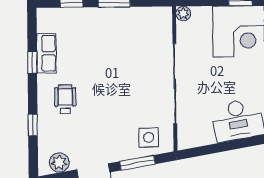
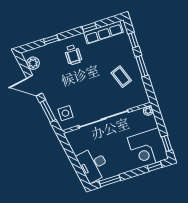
coffee table: (120, 38) -> (121, 77), added
row of seats: (46, 53) -> (103, 32), width x1.48
wheelchair: (65, 99) -> (73, 55), turned 90

